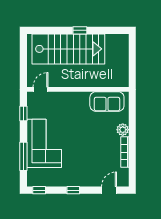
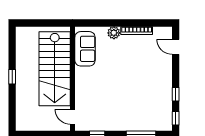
stairs: (68, 49) -> (55, 69), moved, turned 180
corner sofa: (44, 143) -> (128, 113), removed
window: (73, 190) -> (176, 94), moved

